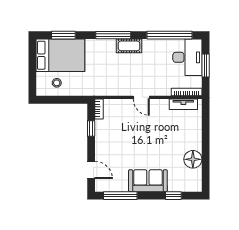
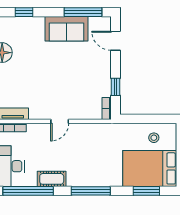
cot: (129, 46) -> (52, 179), moved
door: (141, 97) -> (60, 121), swing flipped
sofa: (148, 181) -> (67, 29), moved

